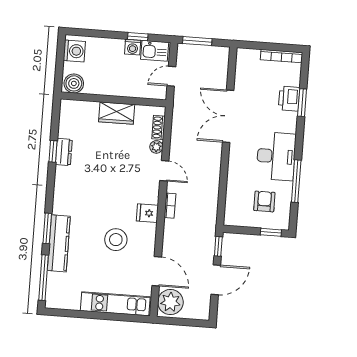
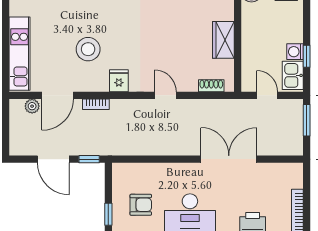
plant: (156, 147) -> (190, 85), removed
door: (164, 171) -> (165, 95), swing flipped
bookcase: (170, 206) -> (96, 104), moved
plant: (170, 302) -> (32, 106), width x0.53, depth x0.53

